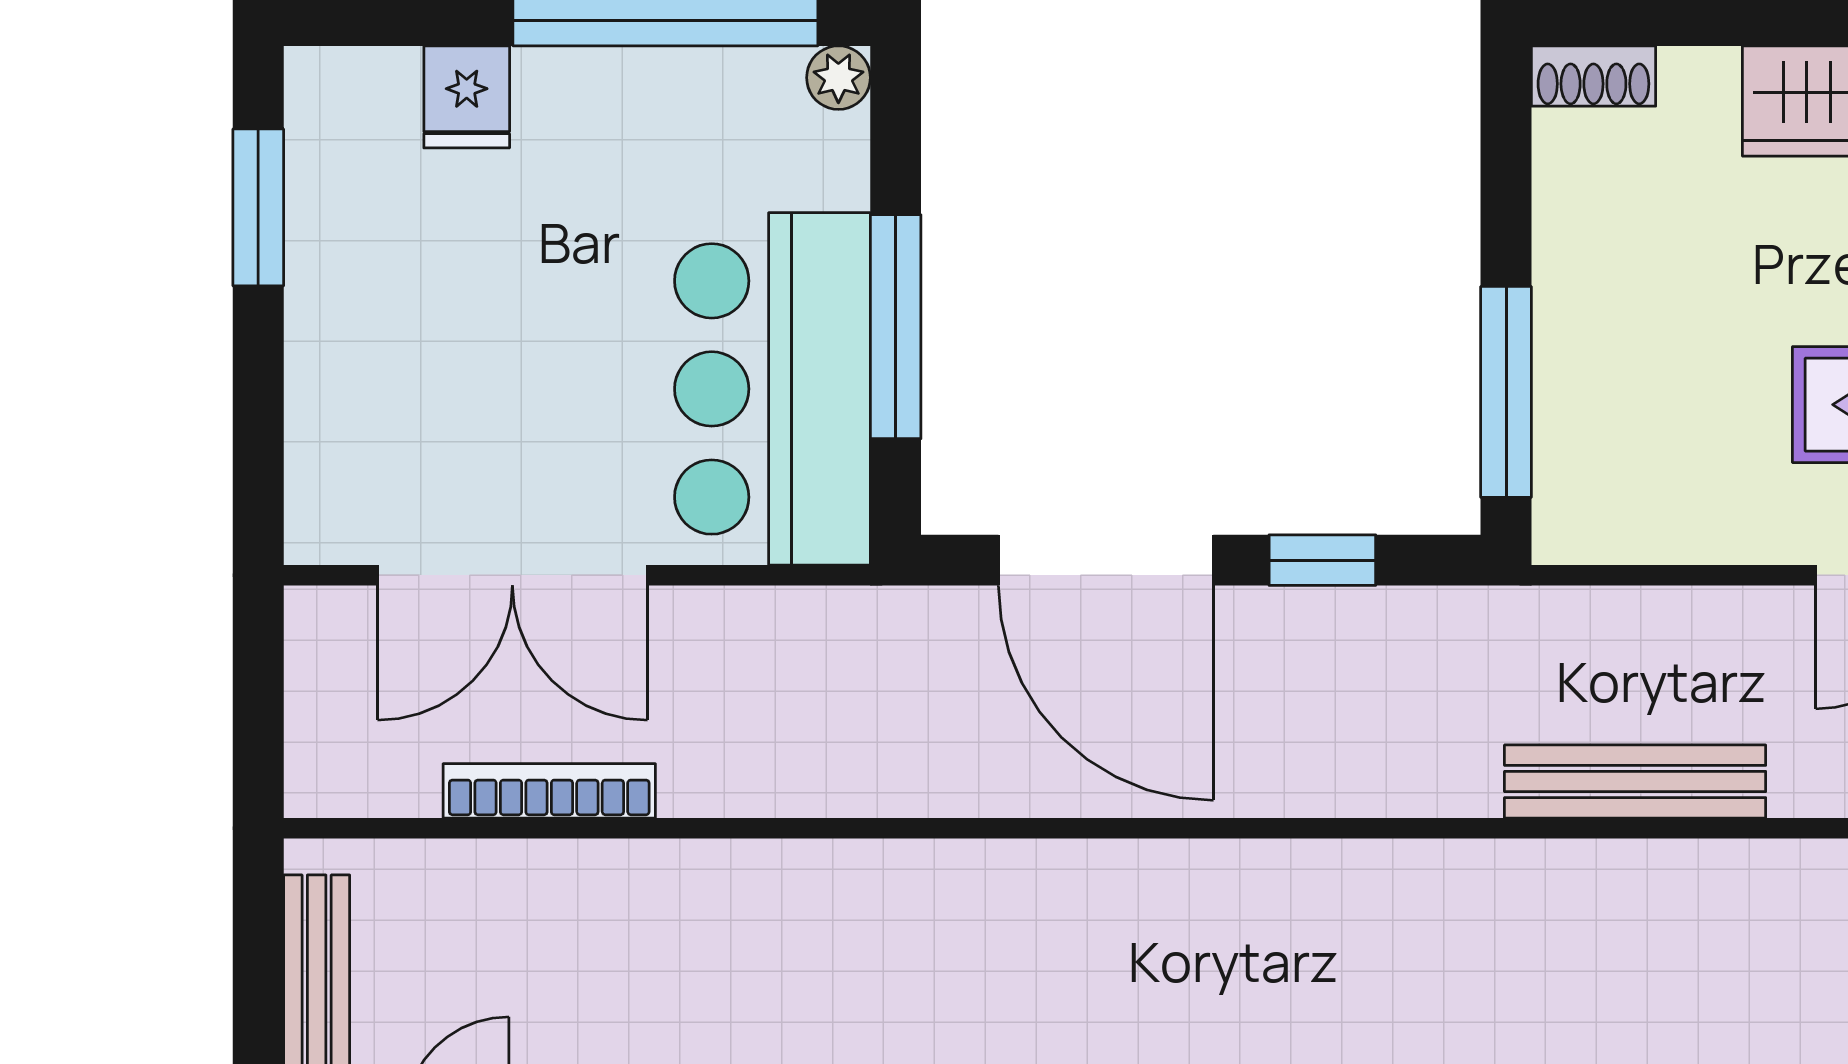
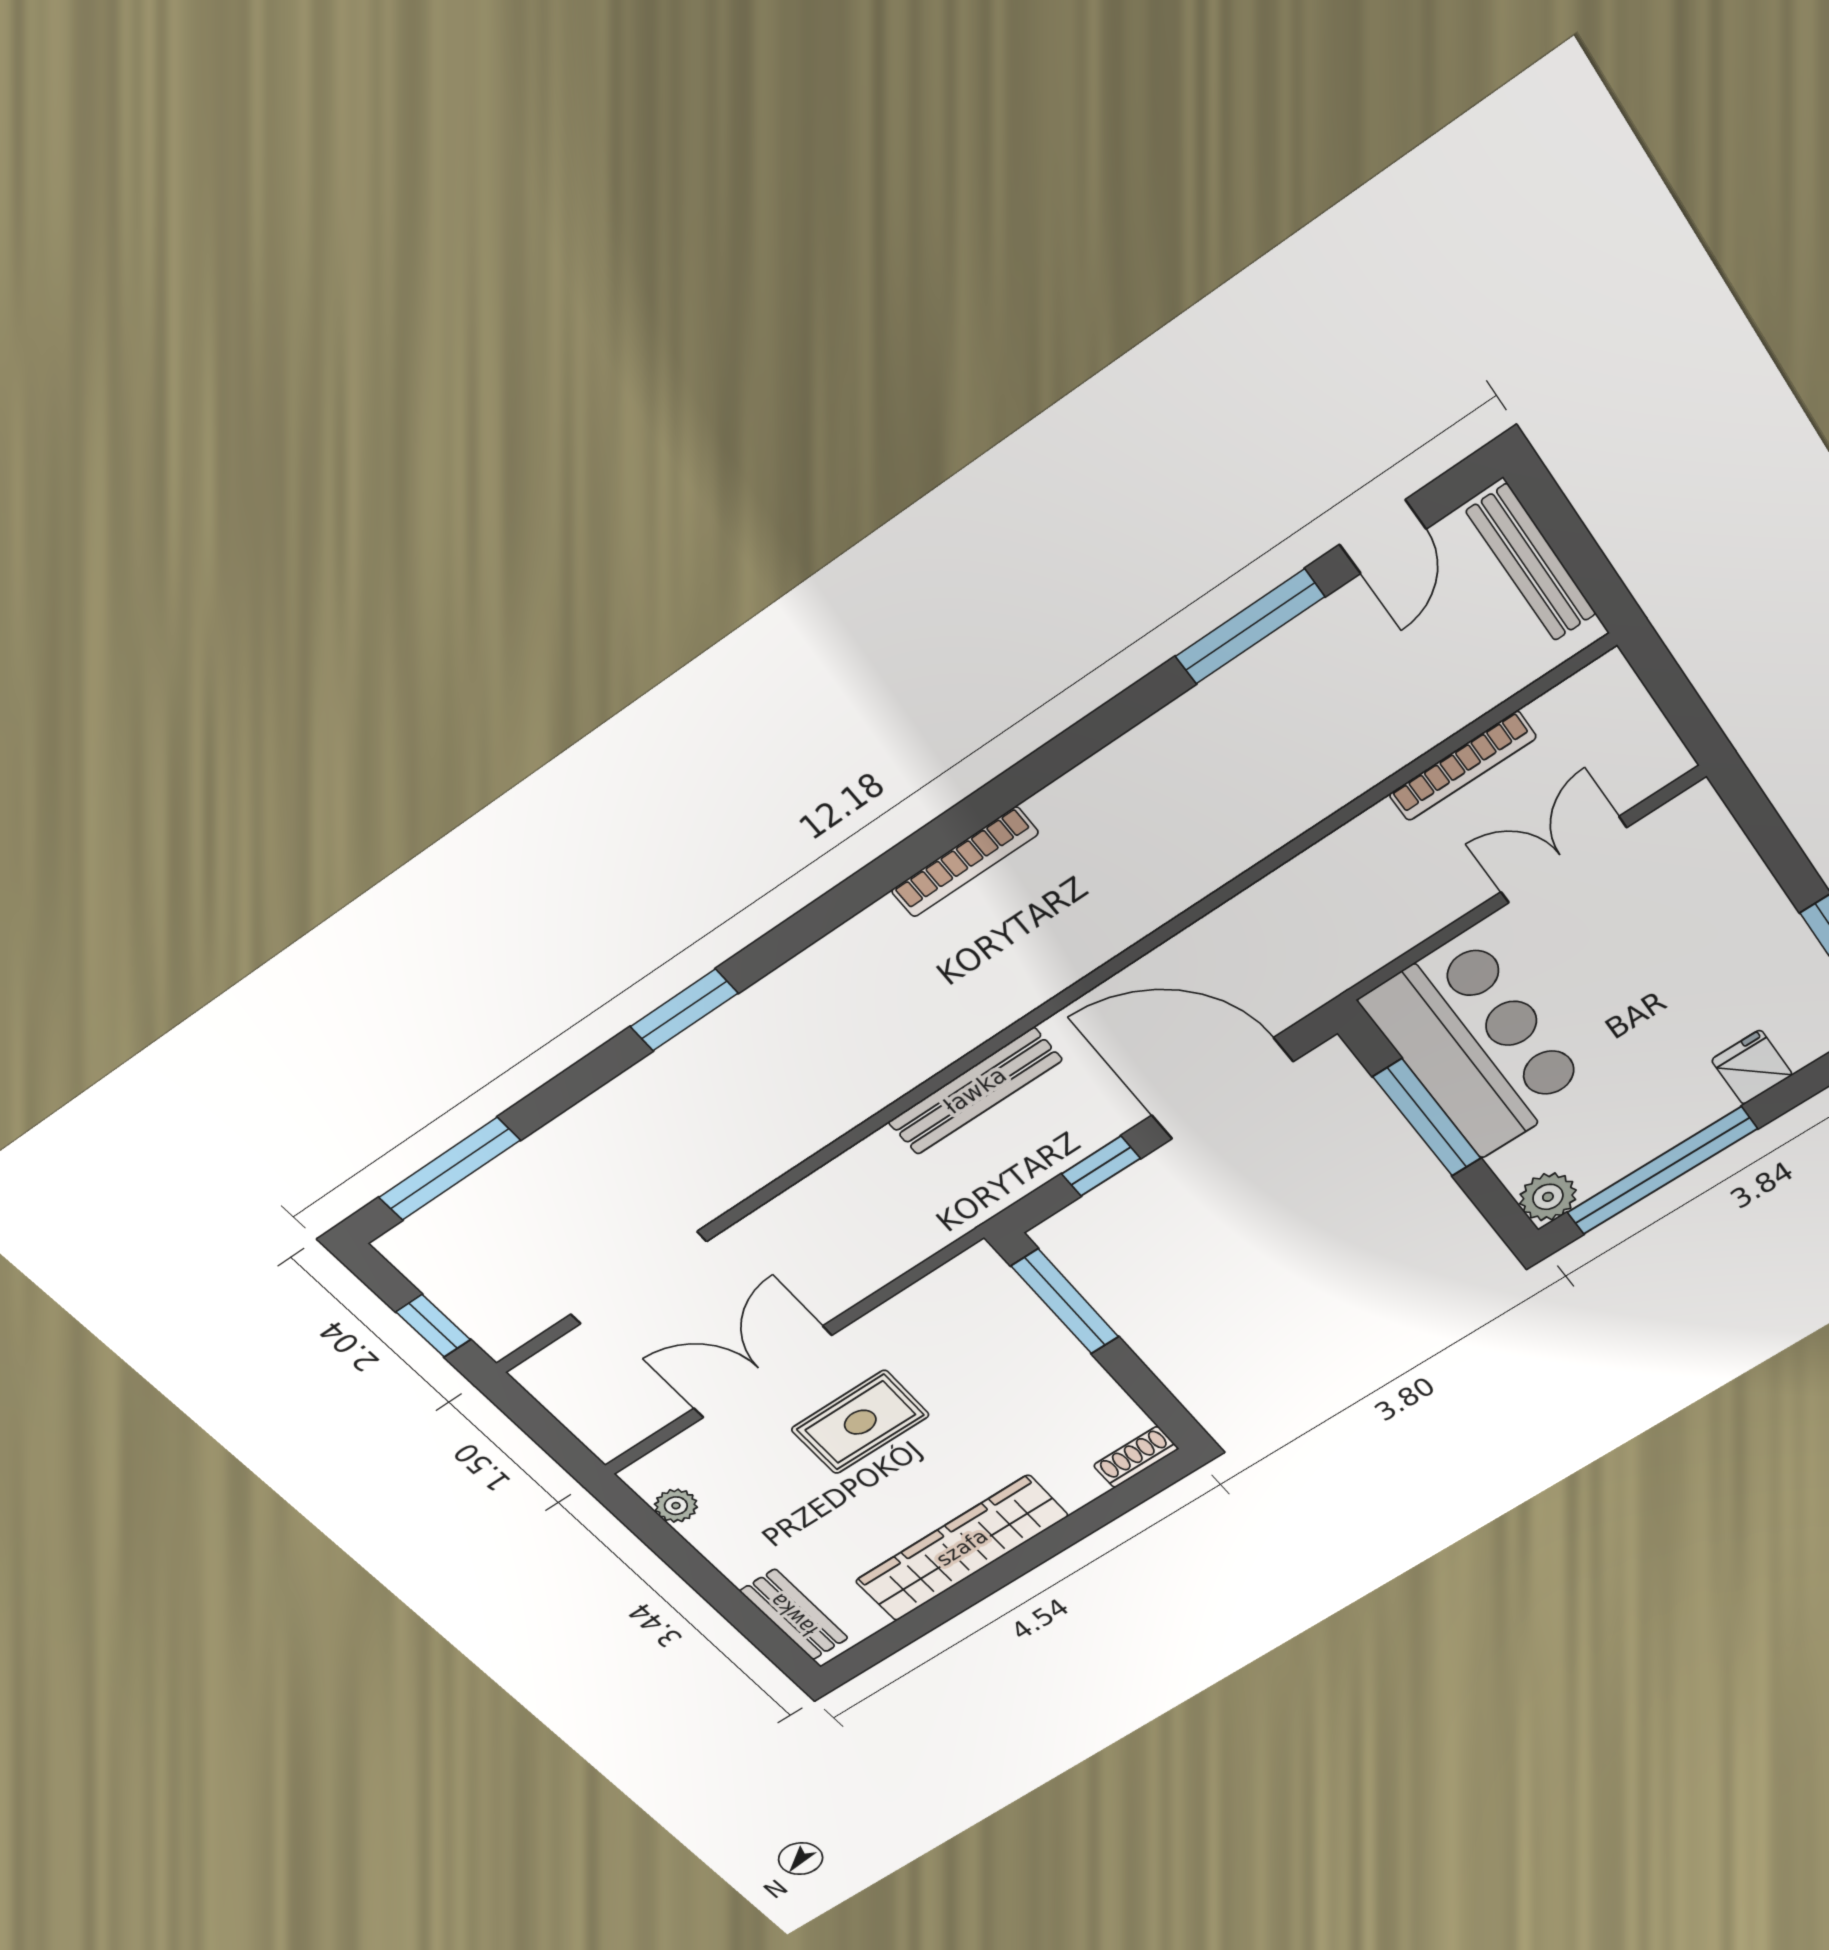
plant: (838, 78) -> (1548, 1197), width x1.38, depth x1.38
double door: (512, 575) -> (1564, 860), width x0.73
bench: (1635, 782) -> (975, 1091), moved

